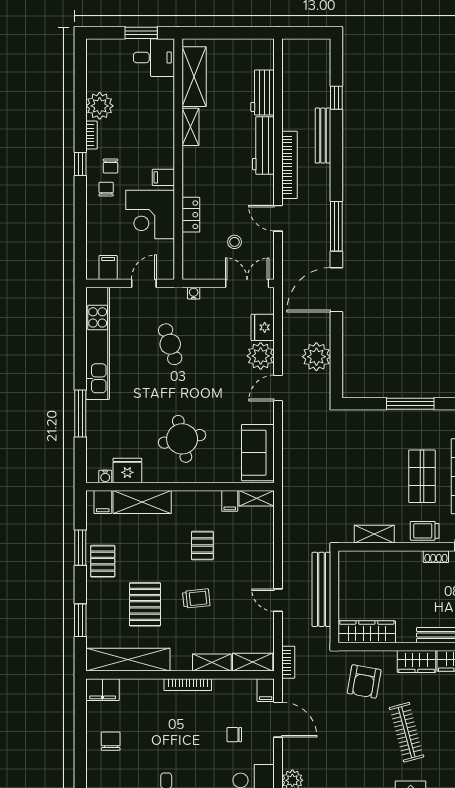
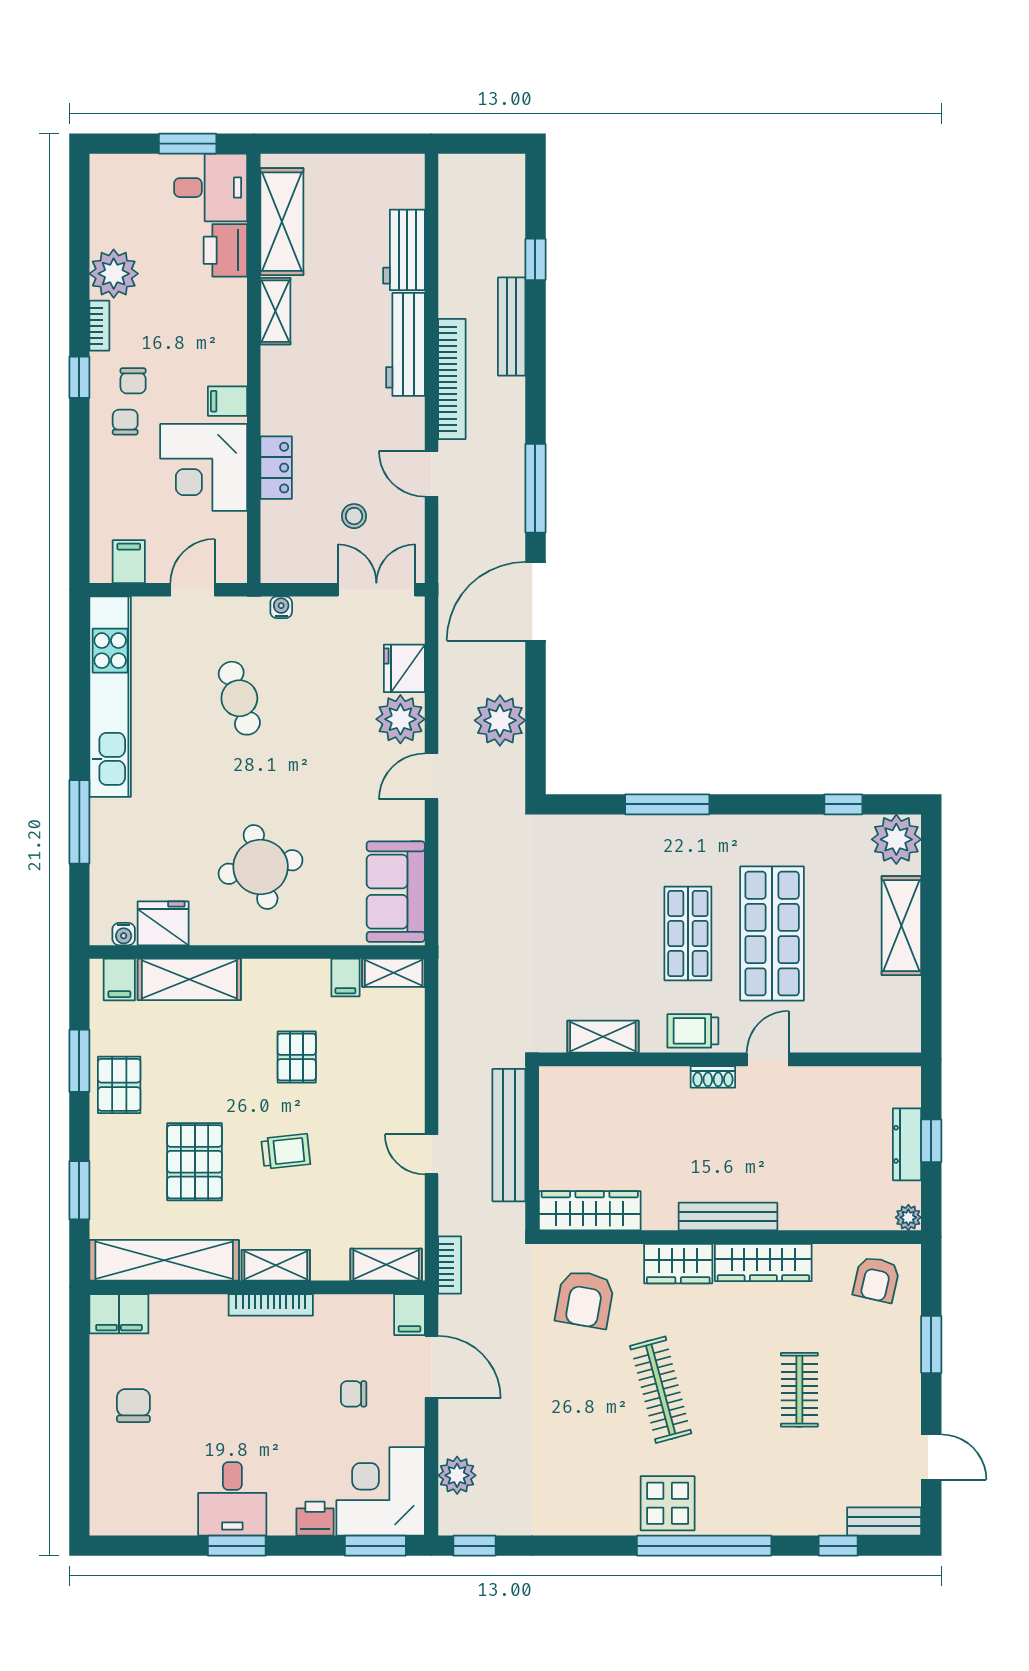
printer: (162, 93) -> (225, 250), added
shelving: (212, 662) -> (276, 1265), moved

